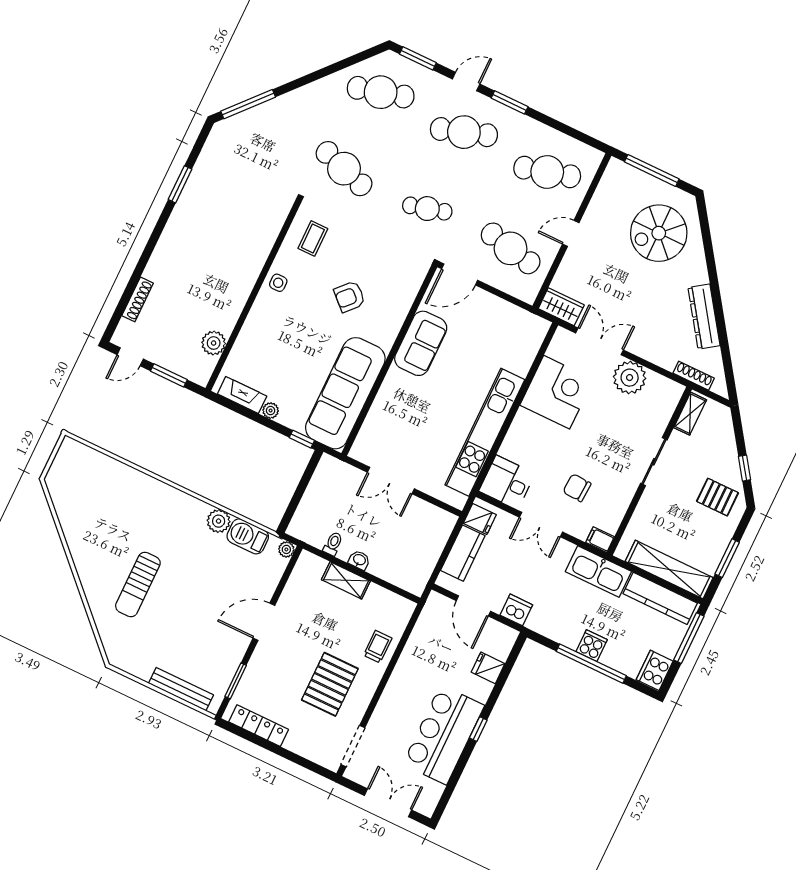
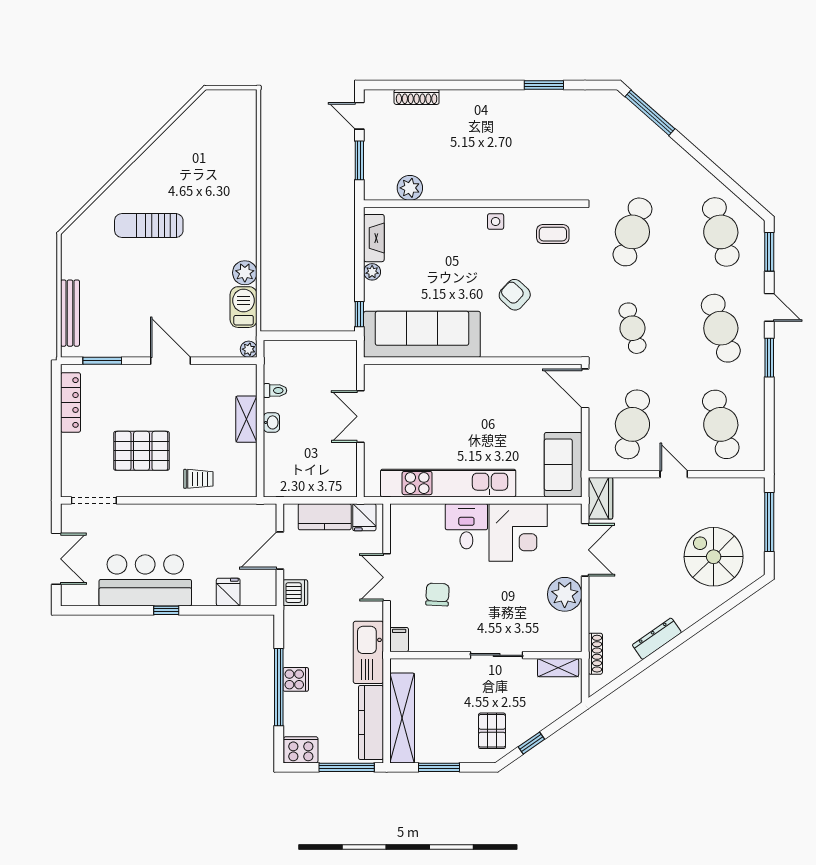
dresser: (704, 317) -> (657, 639), width x0.73, depth x0.80
sofa: (421, 343) -> (563, 465), moved, turned 90
desk: (507, 482) -> (466, 526), moved

